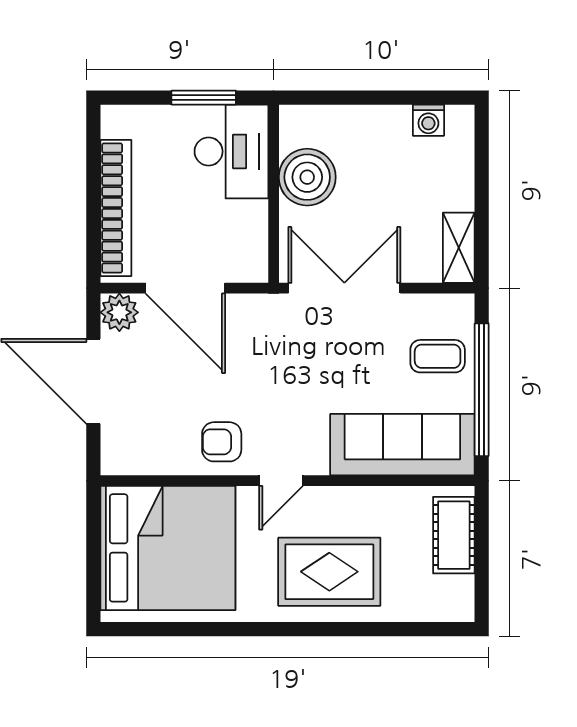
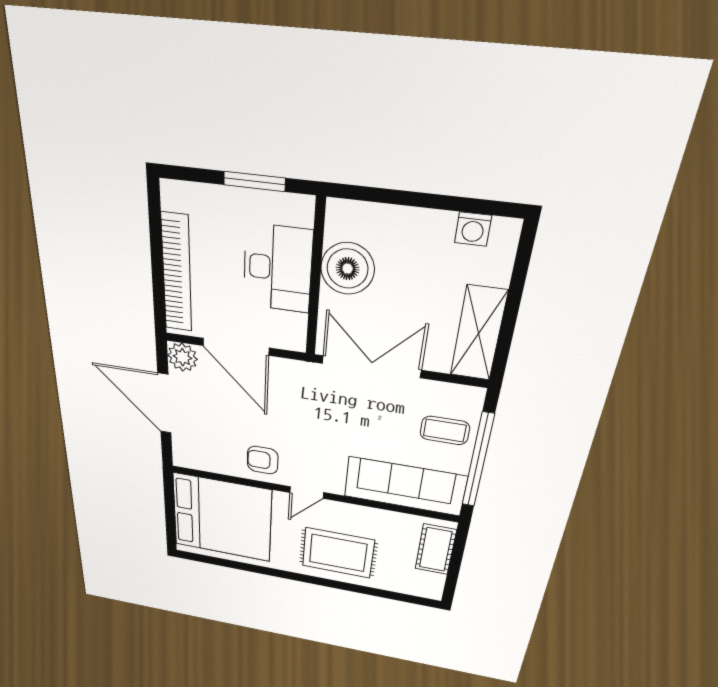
desk: (231, 151) -> (278, 268), moved
shelving: (459, 248) -> (478, 333), width x1.50, depth x1.33

